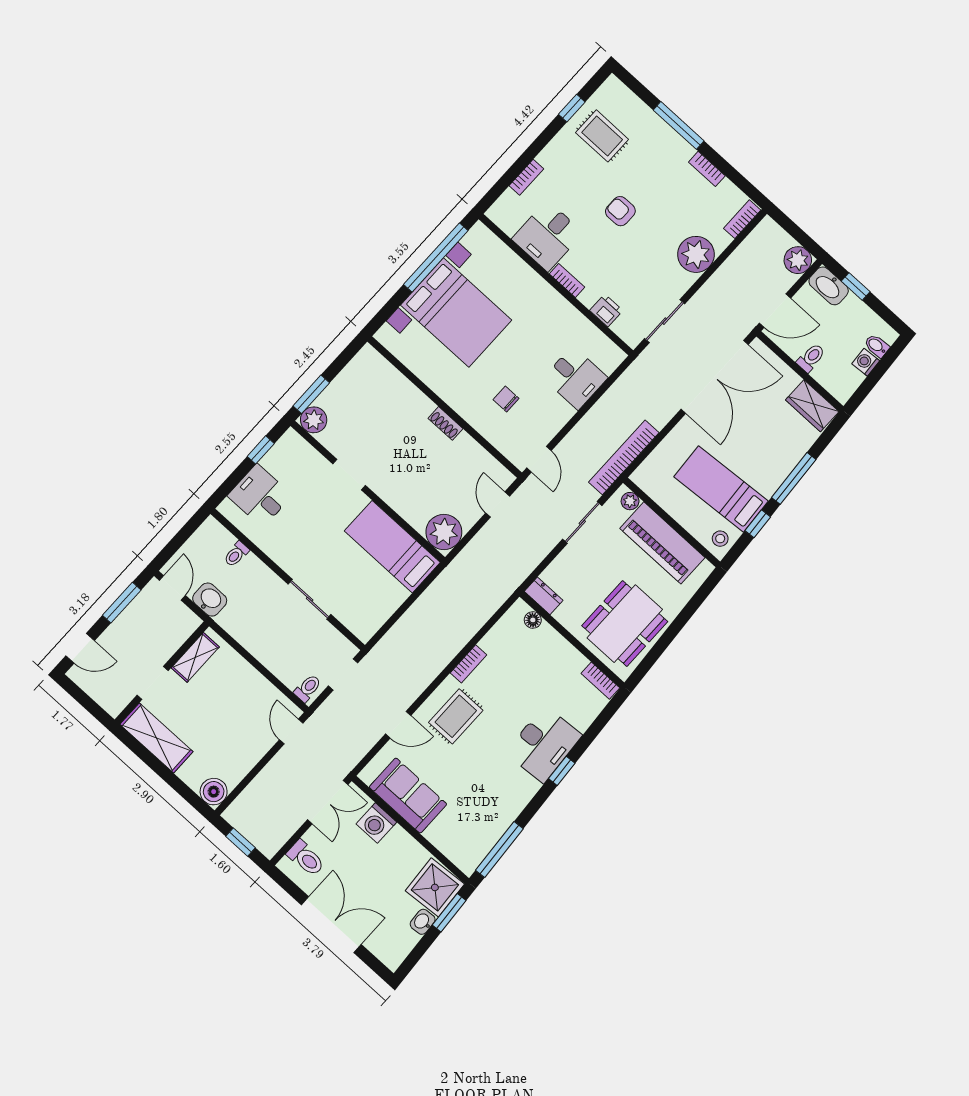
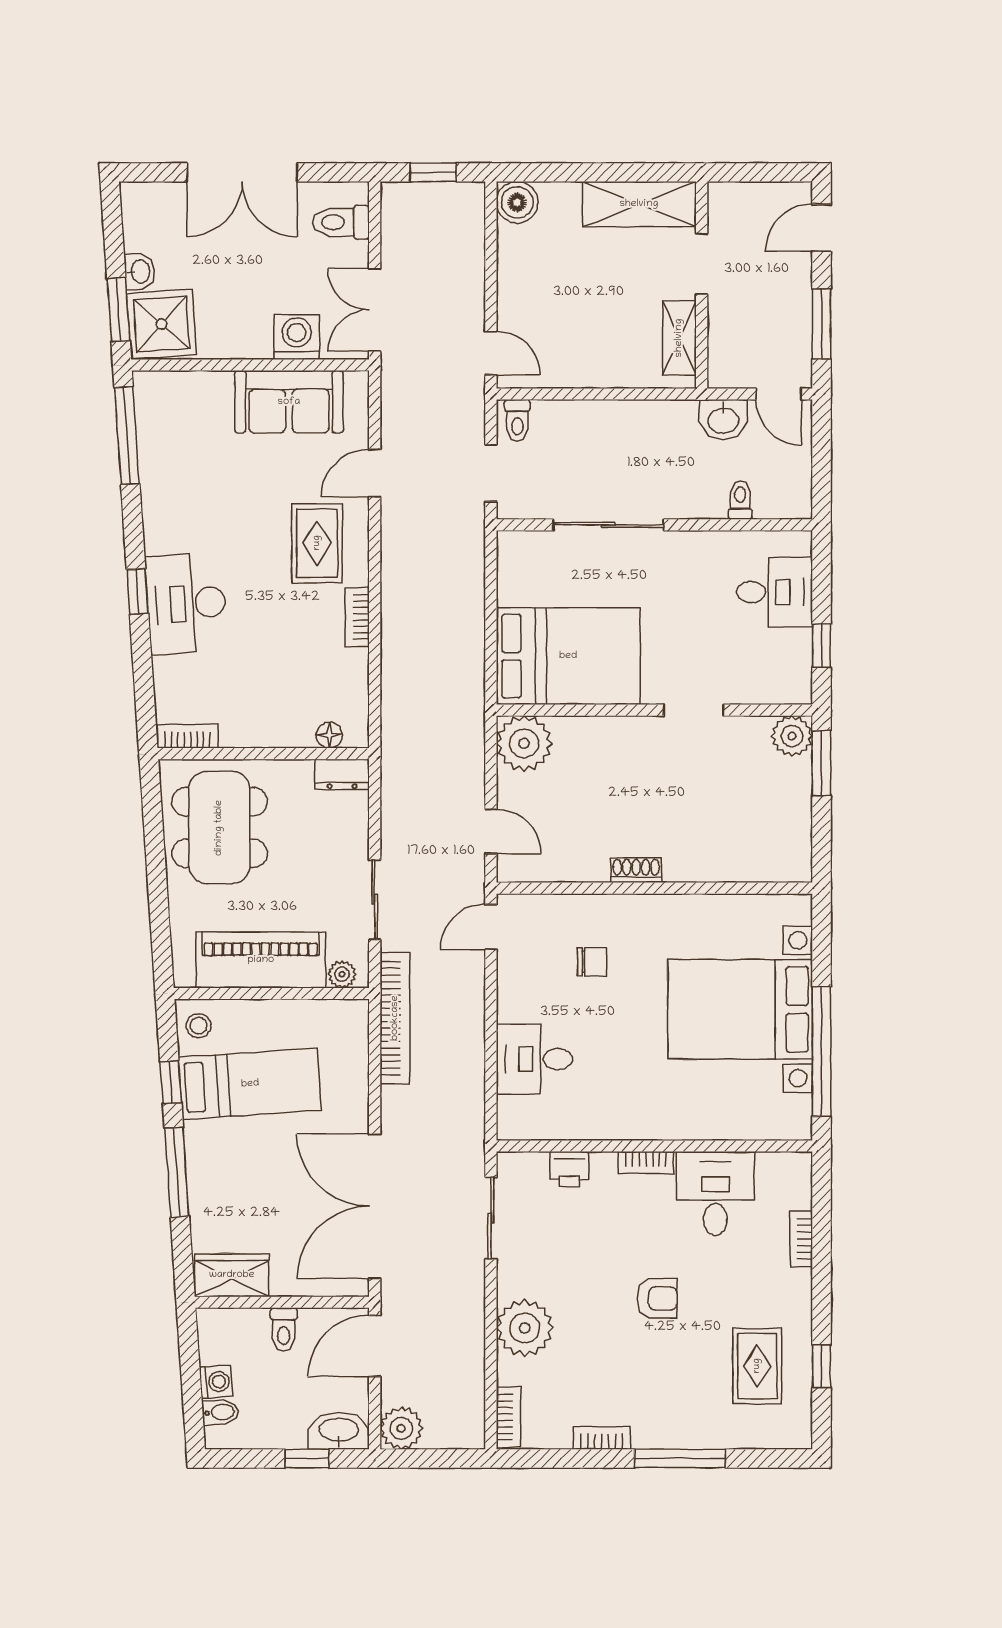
rug: (602, 136) -> (757, 1366), turned 90
door: (539, 459) -> (491, 927), hinge flipped
bed: (392, 547) -> (568, 656), width x1.50
sliding door: (310, 599) -> (608, 525), width x1.37

